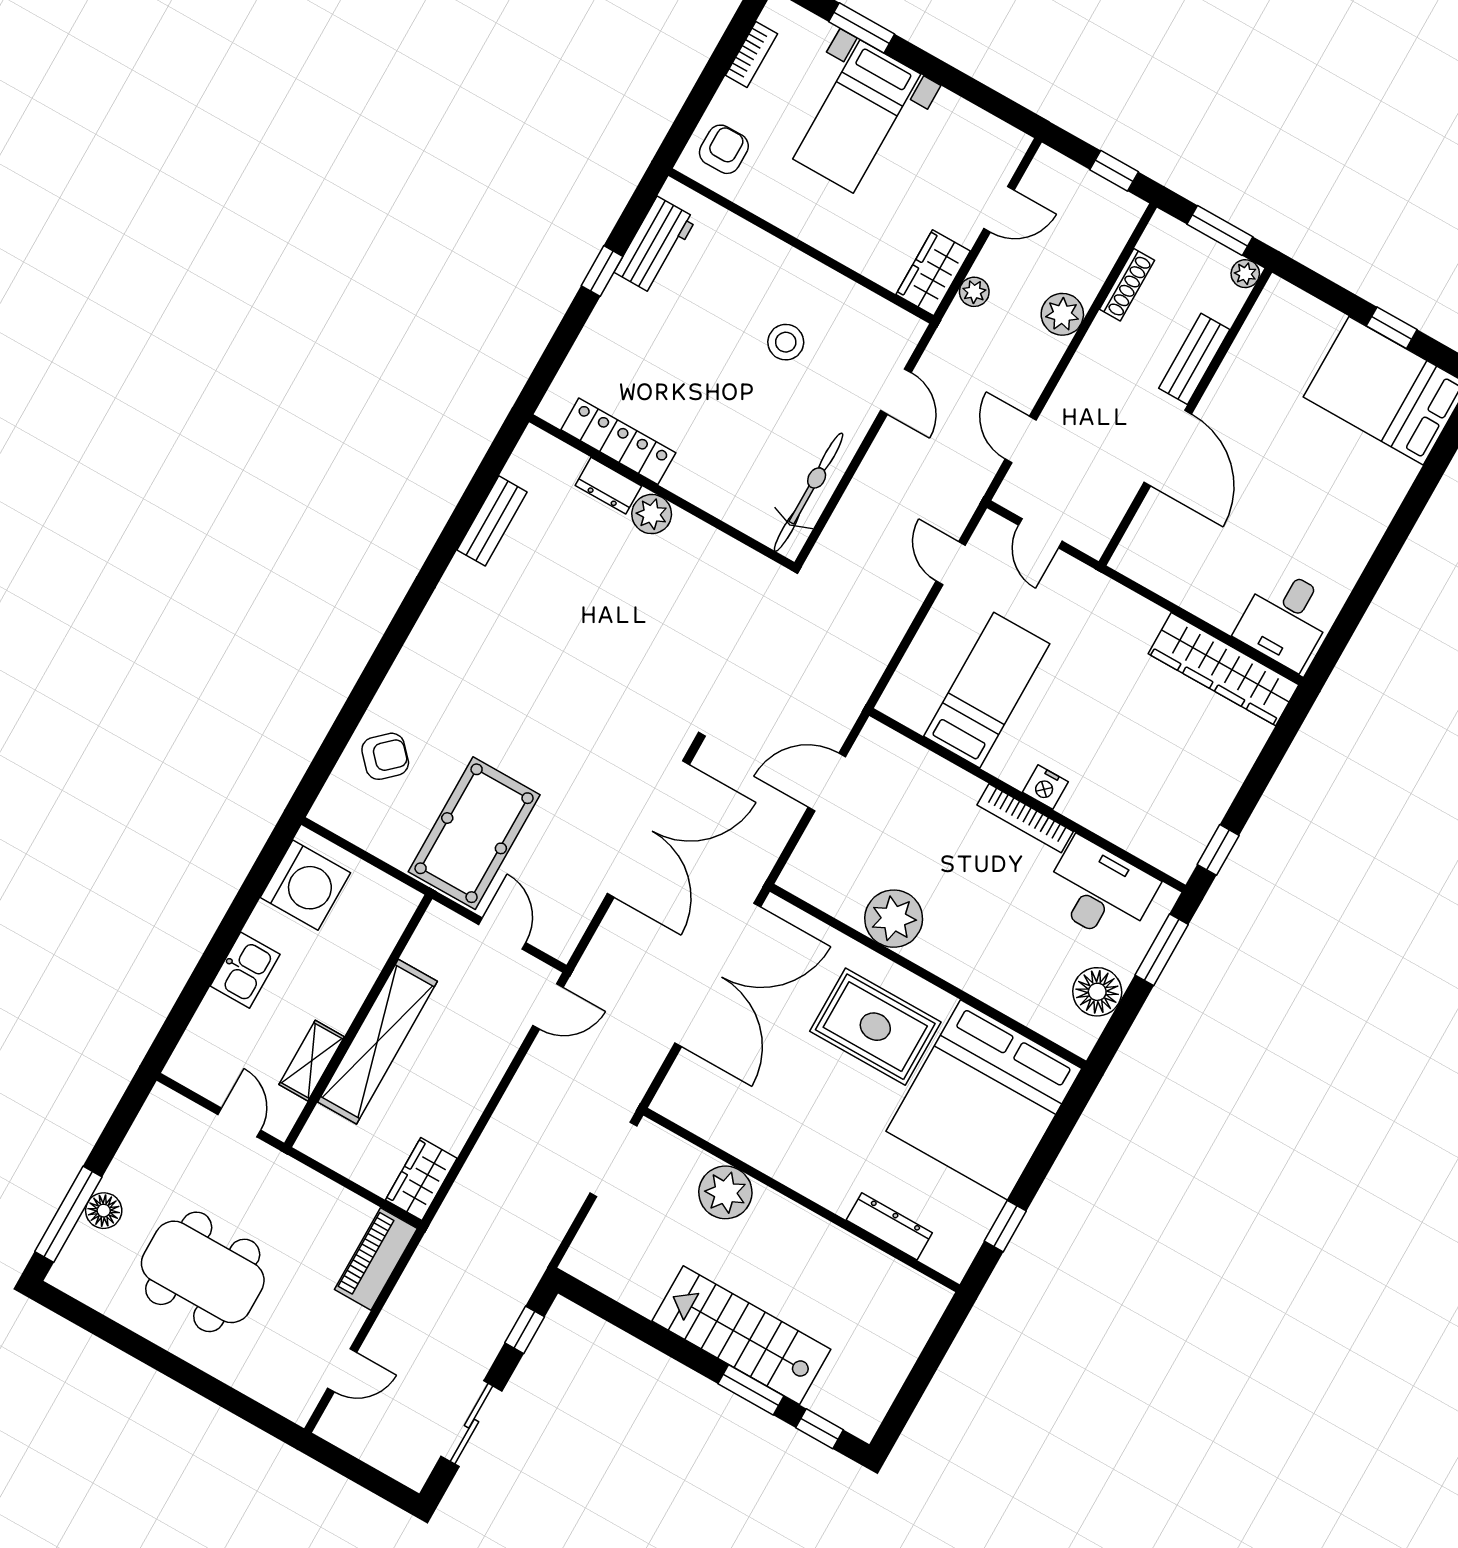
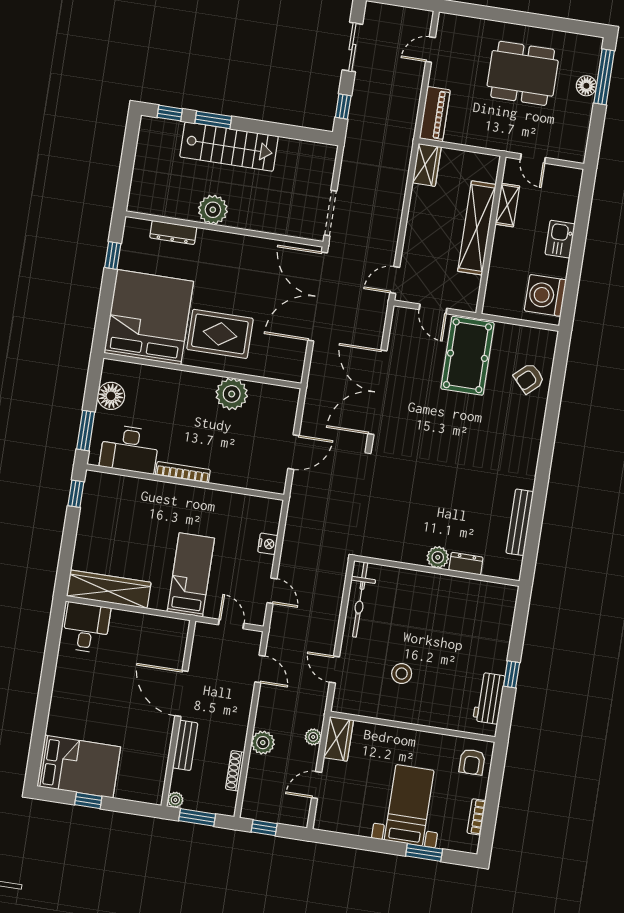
locker: (618, 441) -> (469, 589), removed
bench: (492, 521) -> (520, 522), width x1.36
bed: (987, 690) -> (191, 575), moved, turned 180
nightstand: (1045, 787) -> (268, 544), moved, turned 90
double door: (718, 975) -> (318, 297), moved
plant: (725, 1192) -> (213, 210), moved

